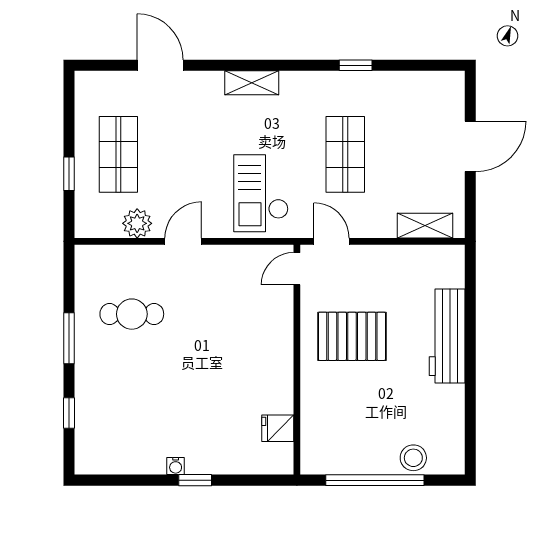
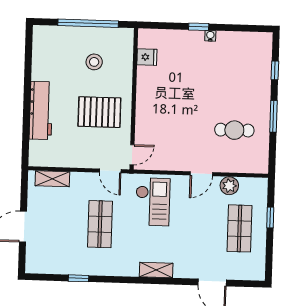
window: (356, 65) -> (79, 278), moved
stool: (413, 458) -> (94, 62), moved

